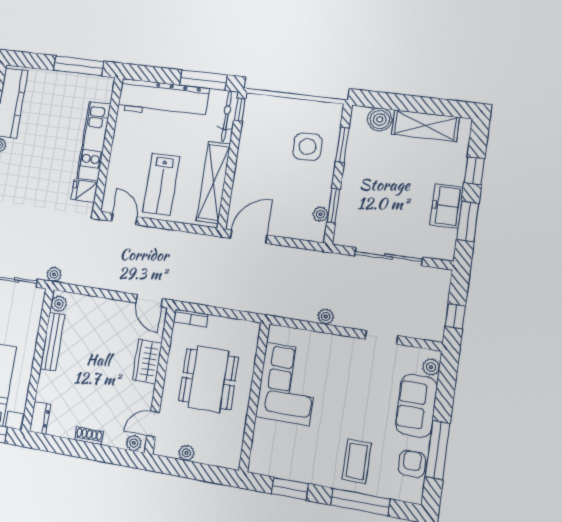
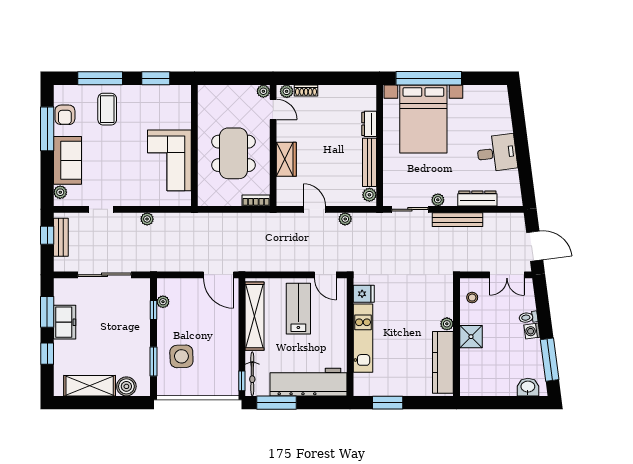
window: (79, 66) -> (388, 403), width x0.69
window: (333, 206) -> (154, 310), width x0.67
door: (249, 237) -> (218, 275), hinge flipped
plant: (54, 274) -> (345, 219), moved
door: (149, 301) -> (315, 209), moved
bench: (438, 311) -> (61, 237), added
dresser: (40, 418) -> (369, 124), moved
door: (153, 424) -> (273, 109), hinge flipped
shoe rack: (89, 436) -> (306, 90), moved
plant: (186, 453) -> (263, 91), moved

